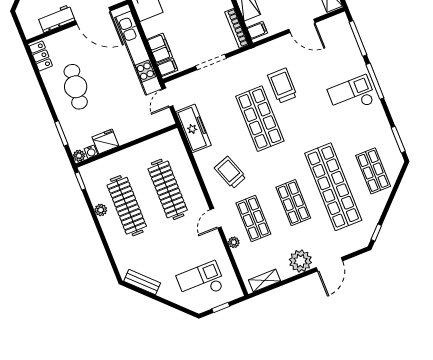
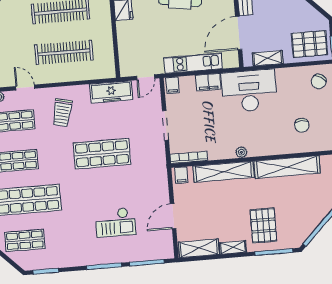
filing cabinet: (160, 48) -> (208, 82), moved
kitchen unit: (138, 53) -> (193, 63), width x0.73
trolley: (282, 86) -> (125, 183), removed
checkout: (352, 95) -> (115, 222), moved, turned 90
door: (168, 98) -> (146, 77), swing flipped
trolley: (230, 172) -> (62, 113), turned 123

